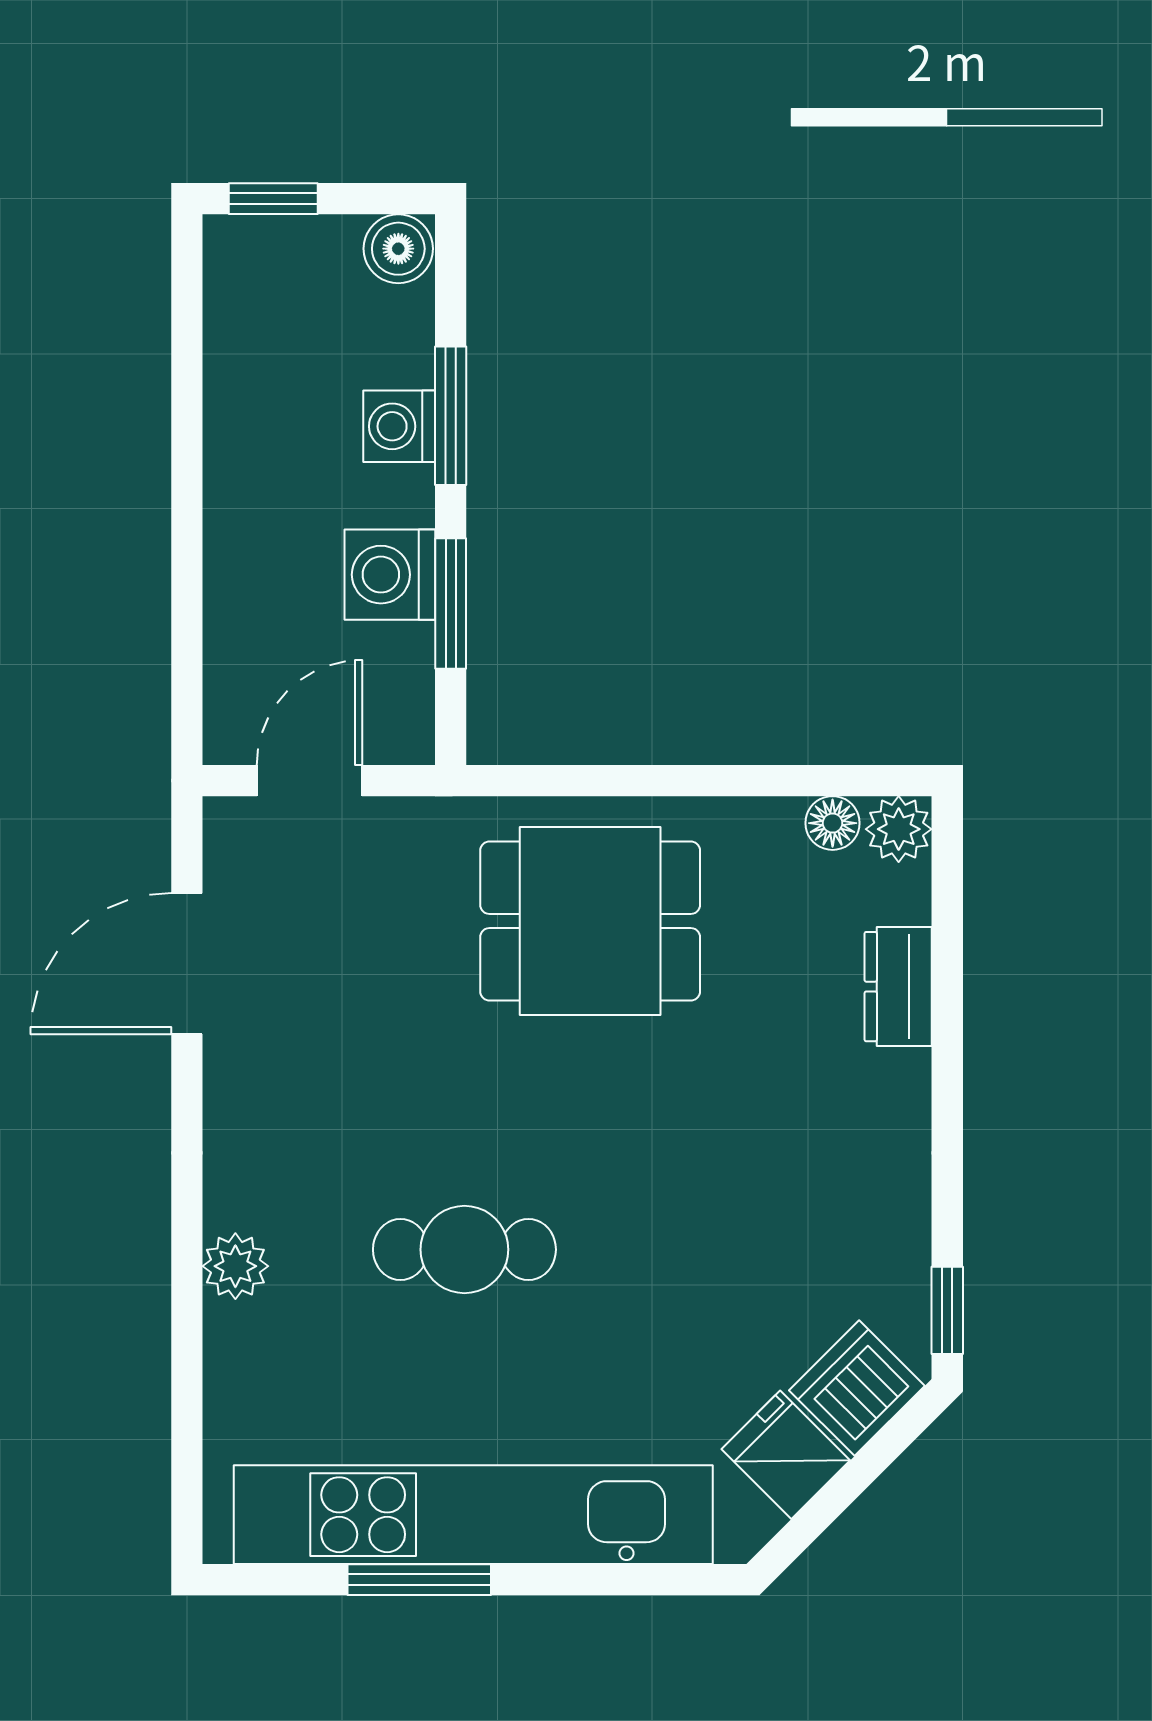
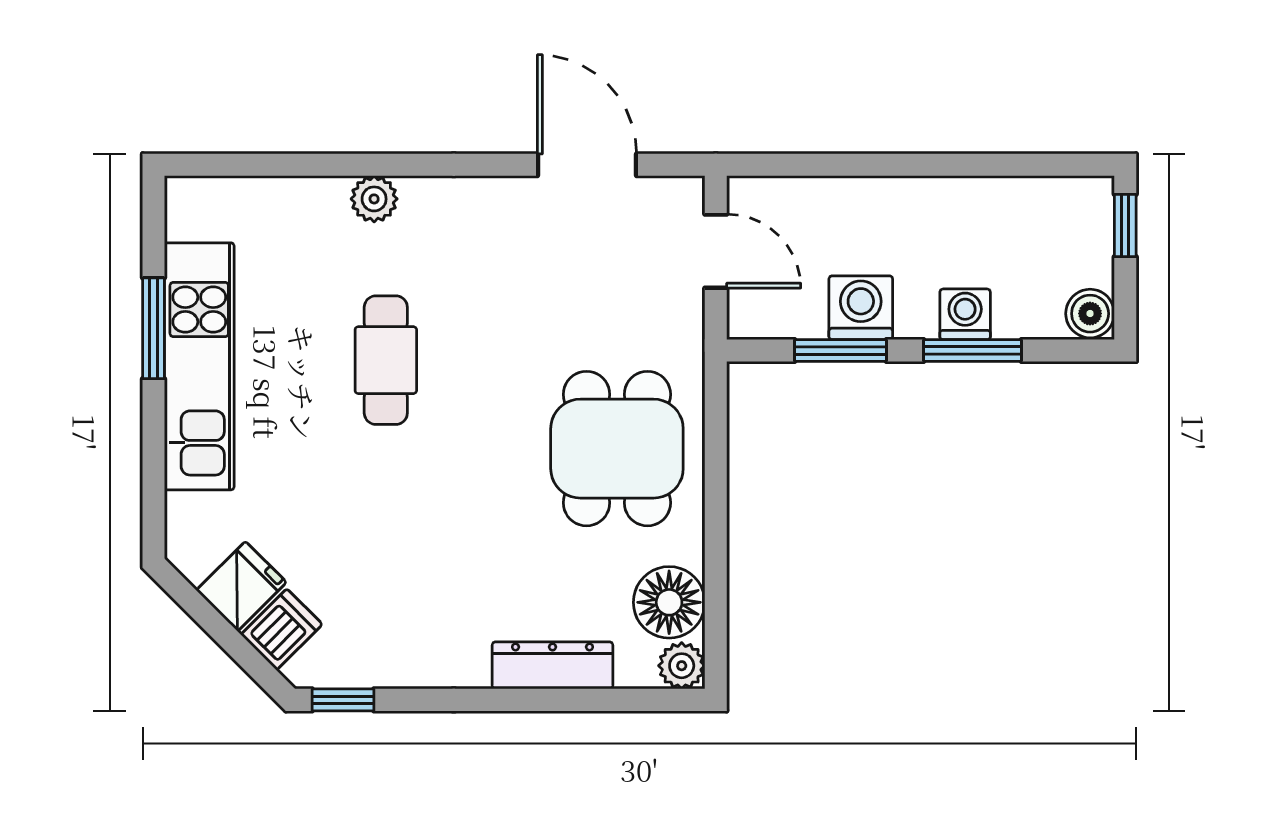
floor lamp: (833, 823) -> (669, 602), width x1.89, depth x1.89
dresser: (898, 987) -> (552, 665), width x1.44
dishwasher: (857, 1388) -> (282, 629), width x0.73
kitchen unit: (473, 1515) -> (199, 366), width x0.73

